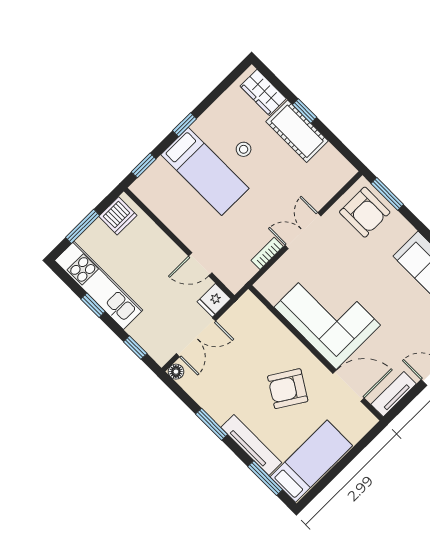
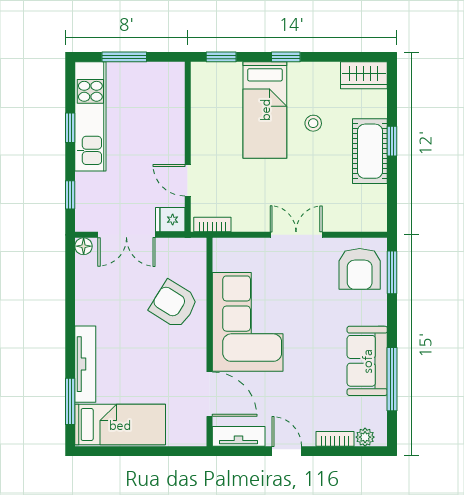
wardrobe: (263, 92) -> (364, 75), moved, turned -90
dishwasher: (118, 216) -> (161, 77), removed
bookcase: (267, 253) -> (212, 225), moved
armchair: (288, 389) -> (174, 304), moved
window: (212, 424) -> (70, 316), removed

